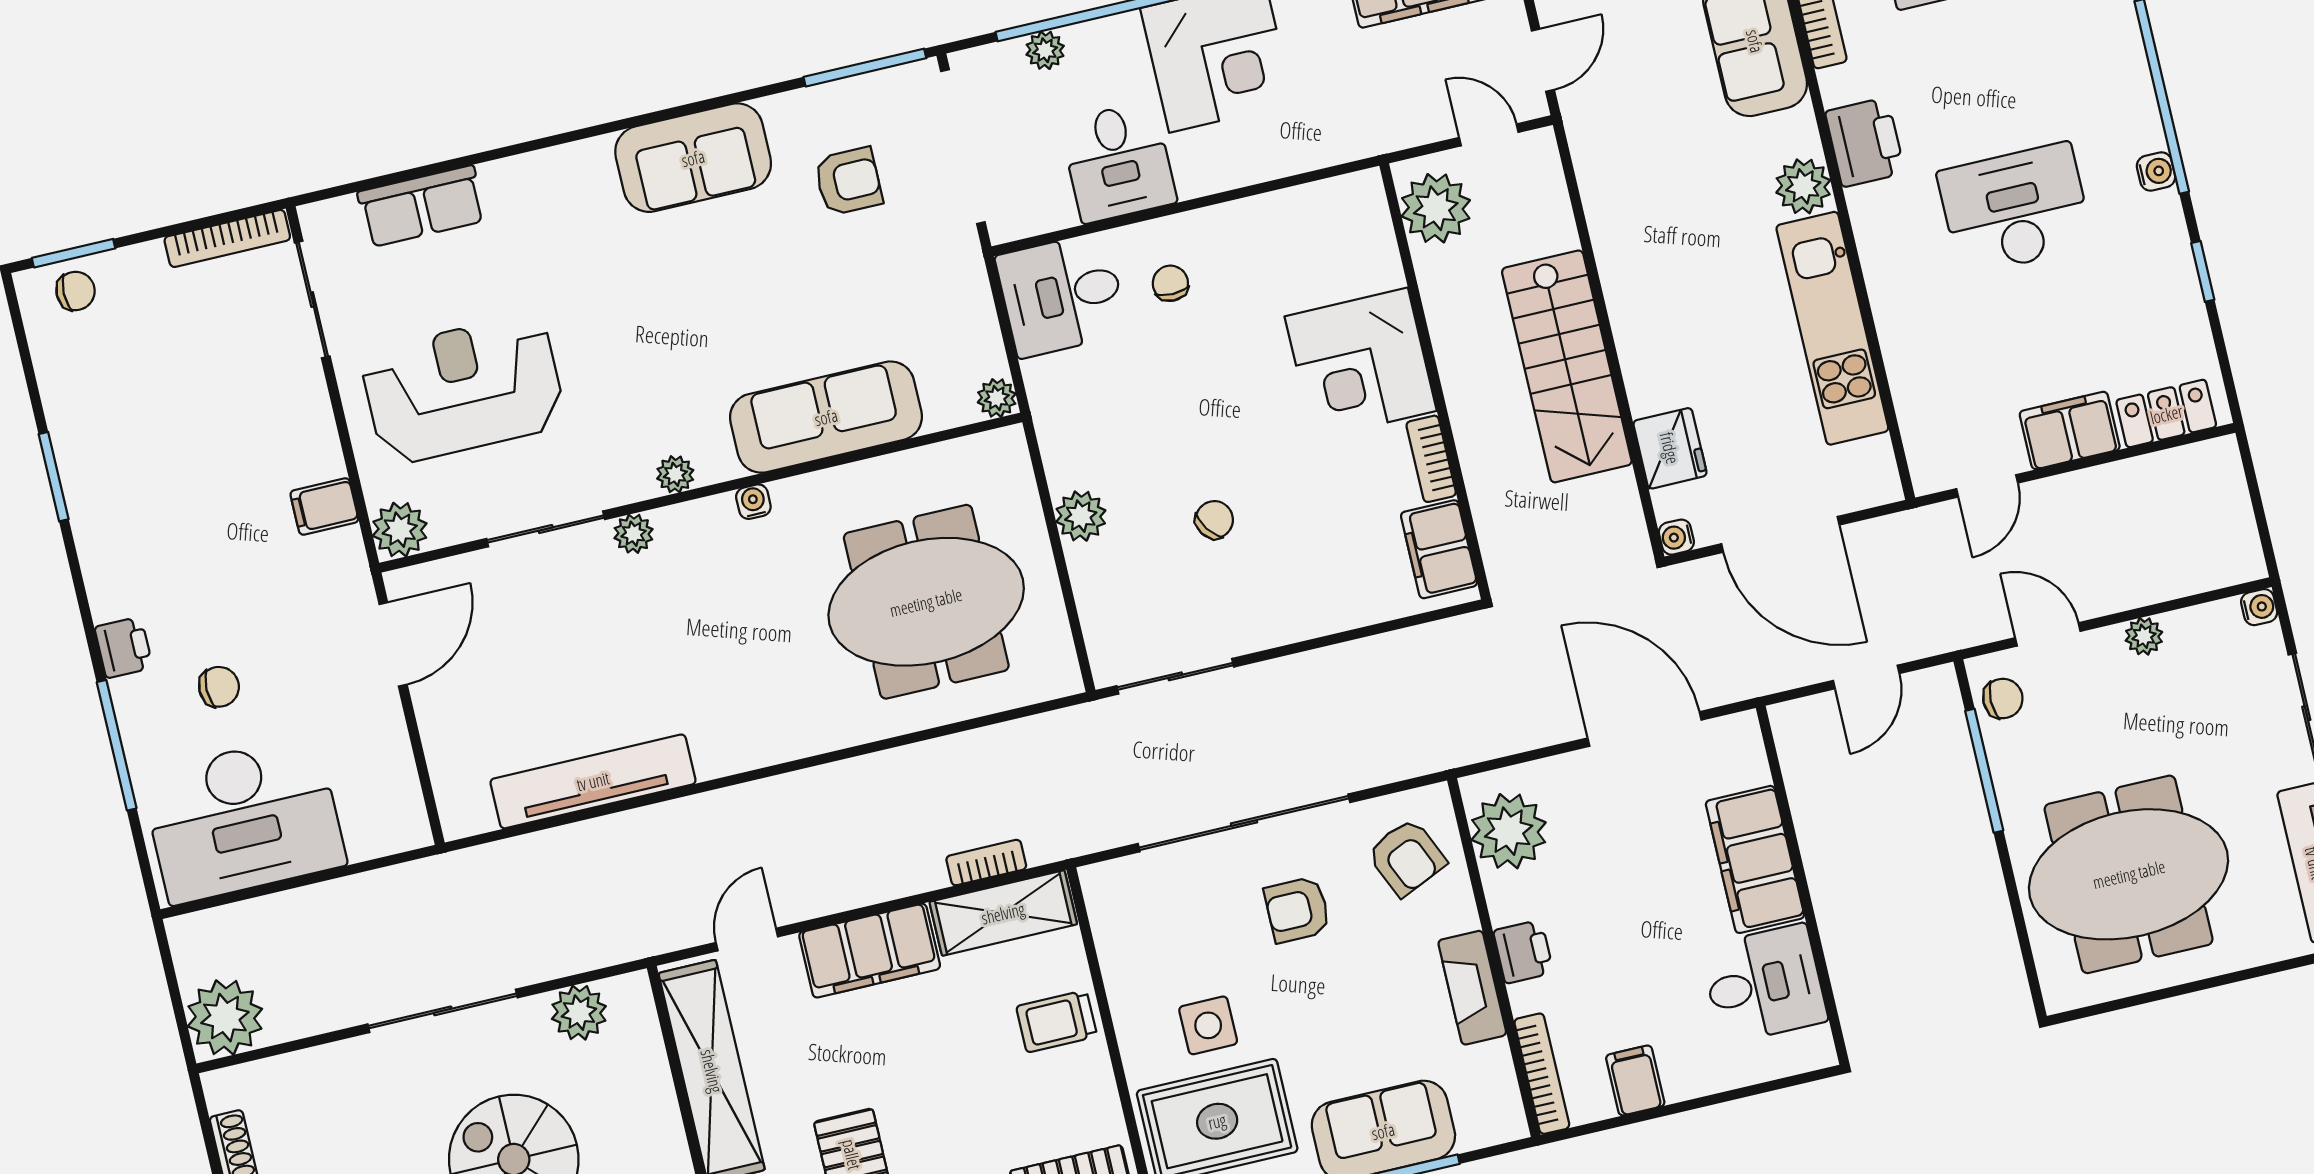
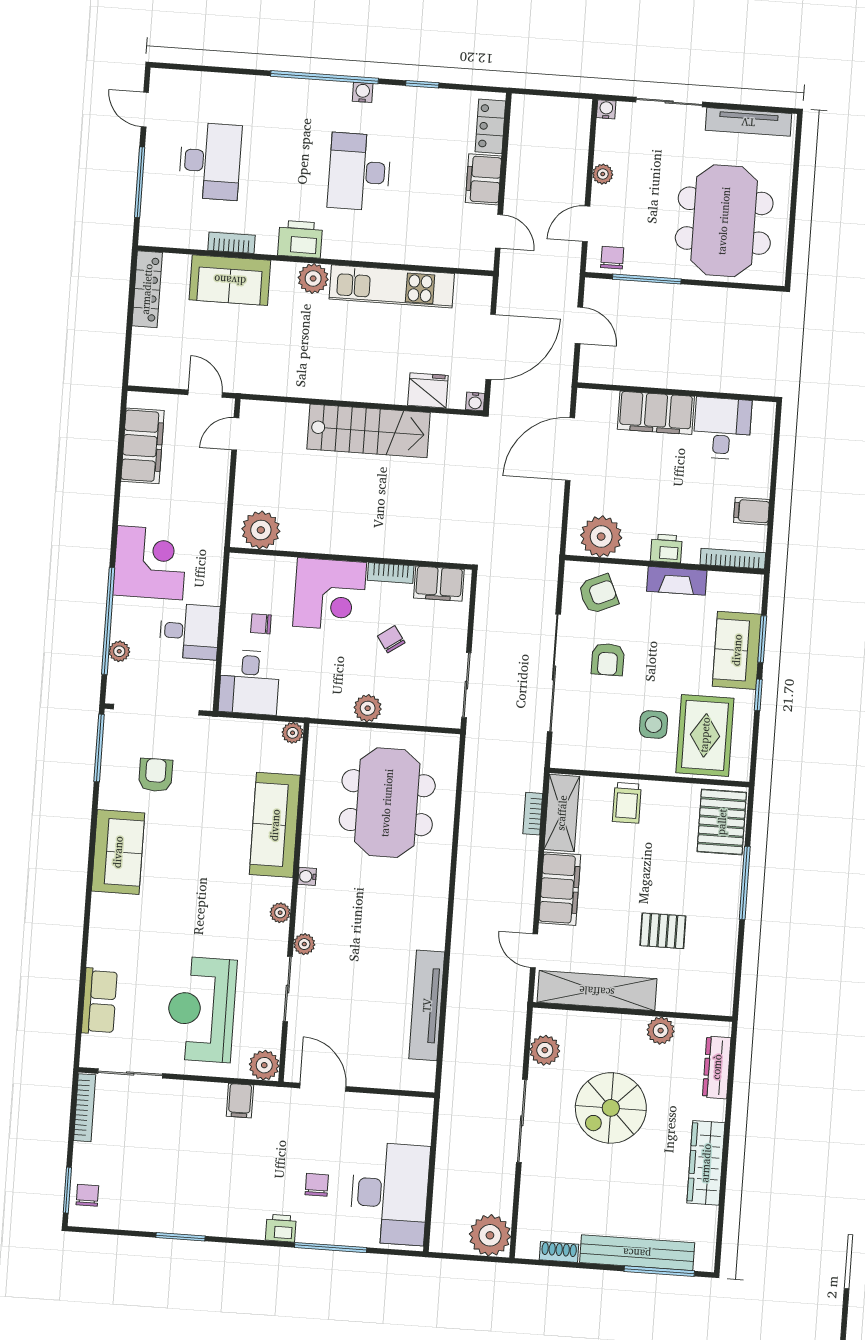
plant: (1436, 208) -> (261, 530), moved
corner desk: (1361, 364) -> (330, 594), moved
wall: (1435, 381) -> (351, 558), moved
bookcase: (1431, 459) -> (391, 573), moved
filing cabinet: (1439, 549) -> (439, 584), moved

